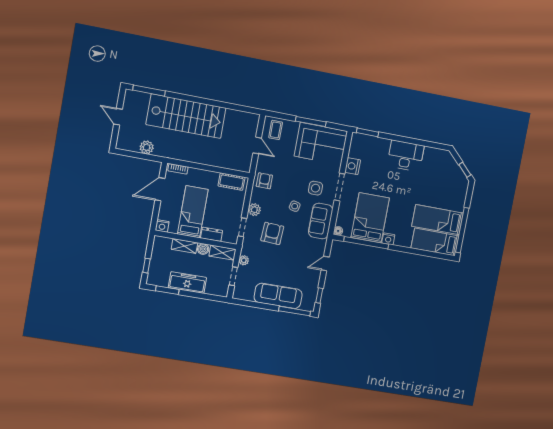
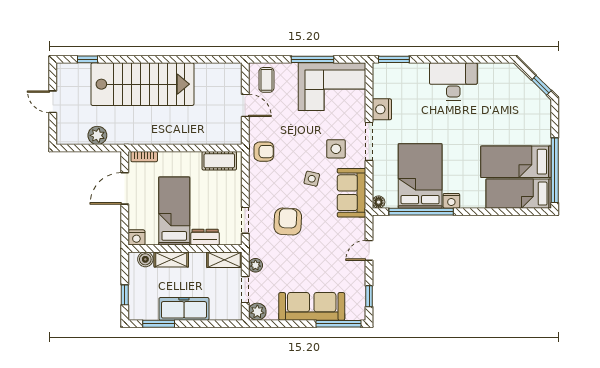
window: (149, 91) -> (87, 59), width x0.46
armchair: (264, 181) -> (264, 152), turned 90
plant: (254, 210) -> (257, 312), moved
boiler: (203, 249) -> (145, 259), moved

